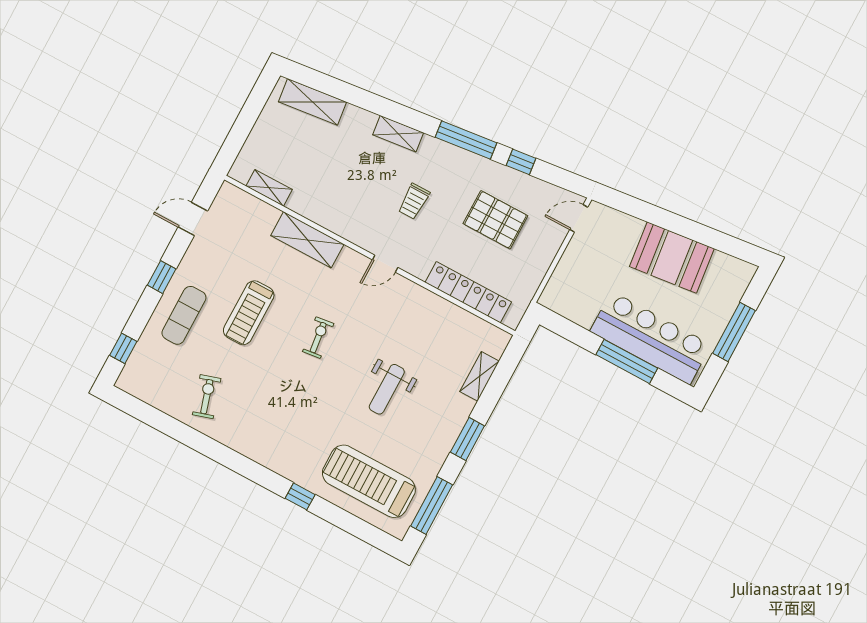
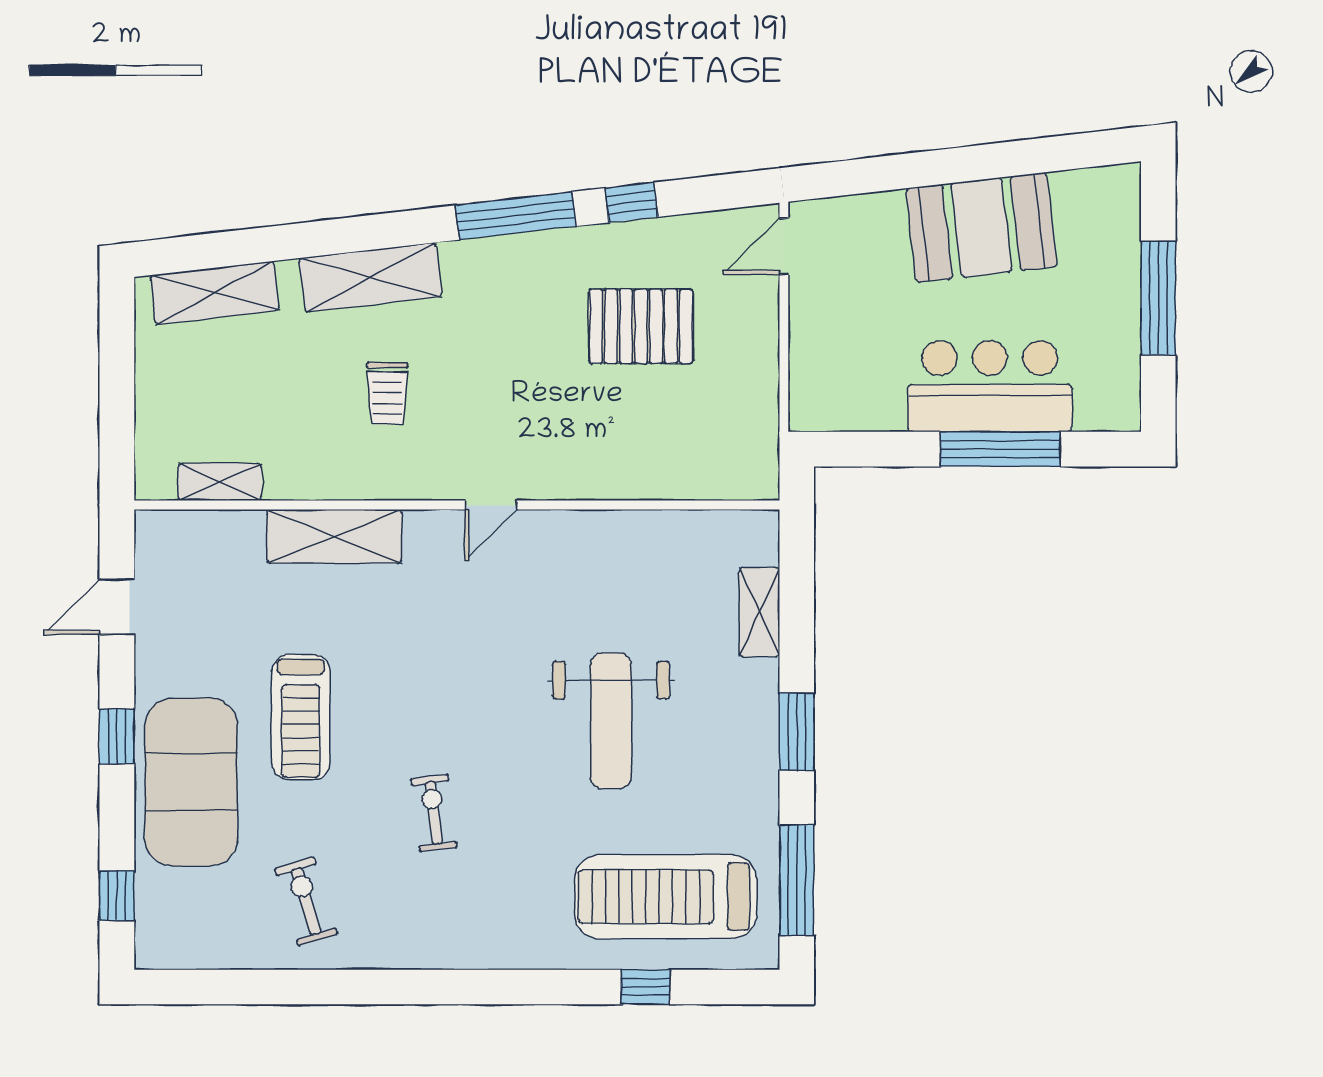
shelving: (398, 134) -> (370, 277), width x1.50, depth x1.33
trolley: (414, 201) -> (387, 394), moved
locker: (468, 292) -> (661, 477), removed
exercise mat: (184, 315) -> (191, 782), width x2.00, depth x1.45
exercise bike: (318, 338) -> (434, 813), moved
bar counter: (651, 338) -> (990, 386), width x0.73
weight bench: (387, 389) -> (611, 721), width x1.36, depth x1.33
window: (300, 496) -> (645, 987), moved

